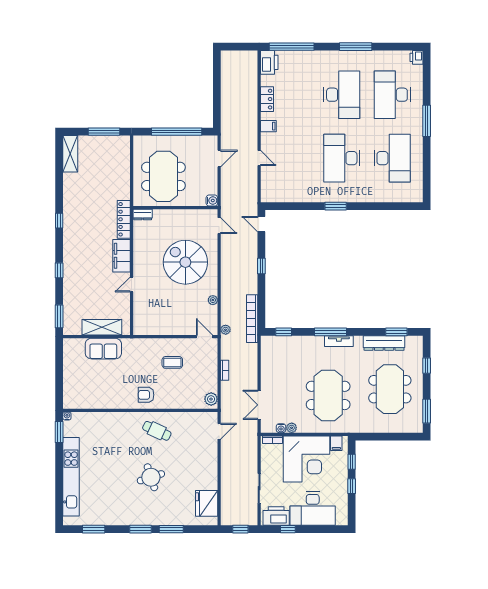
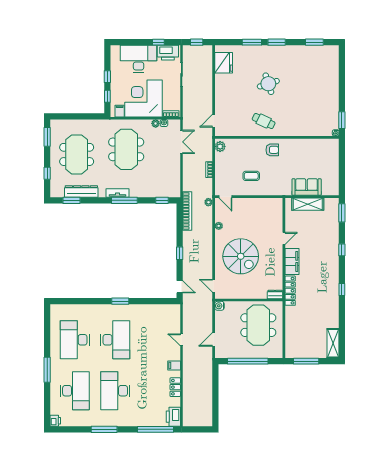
kitchen unit: (71, 477) -> (332, 84), removed

